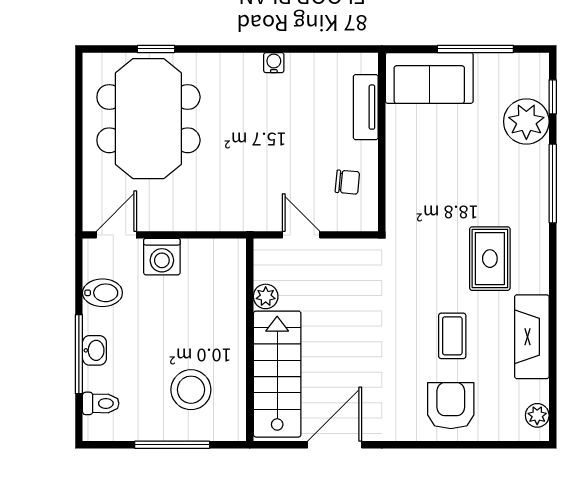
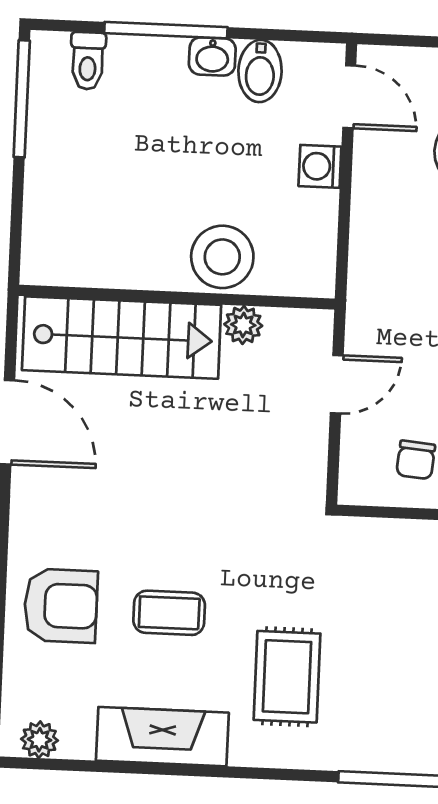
washing machine: (162, 257) -> (320, 166), width x0.73, depth x0.73
rug: (490, 259) -> (287, 677), turned 90
washbasin: (94, 350) -> (212, 56), moved
stool: (191, 390) -> (222, 257), moved
window: (172, 445) -> (22, 99), moved

